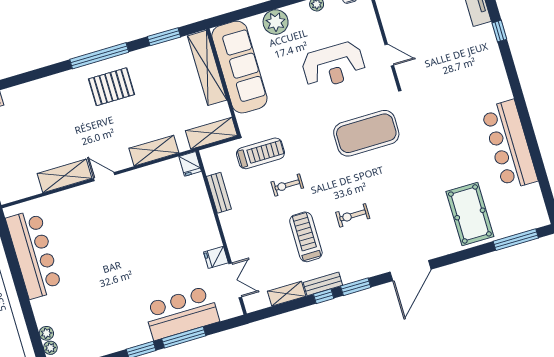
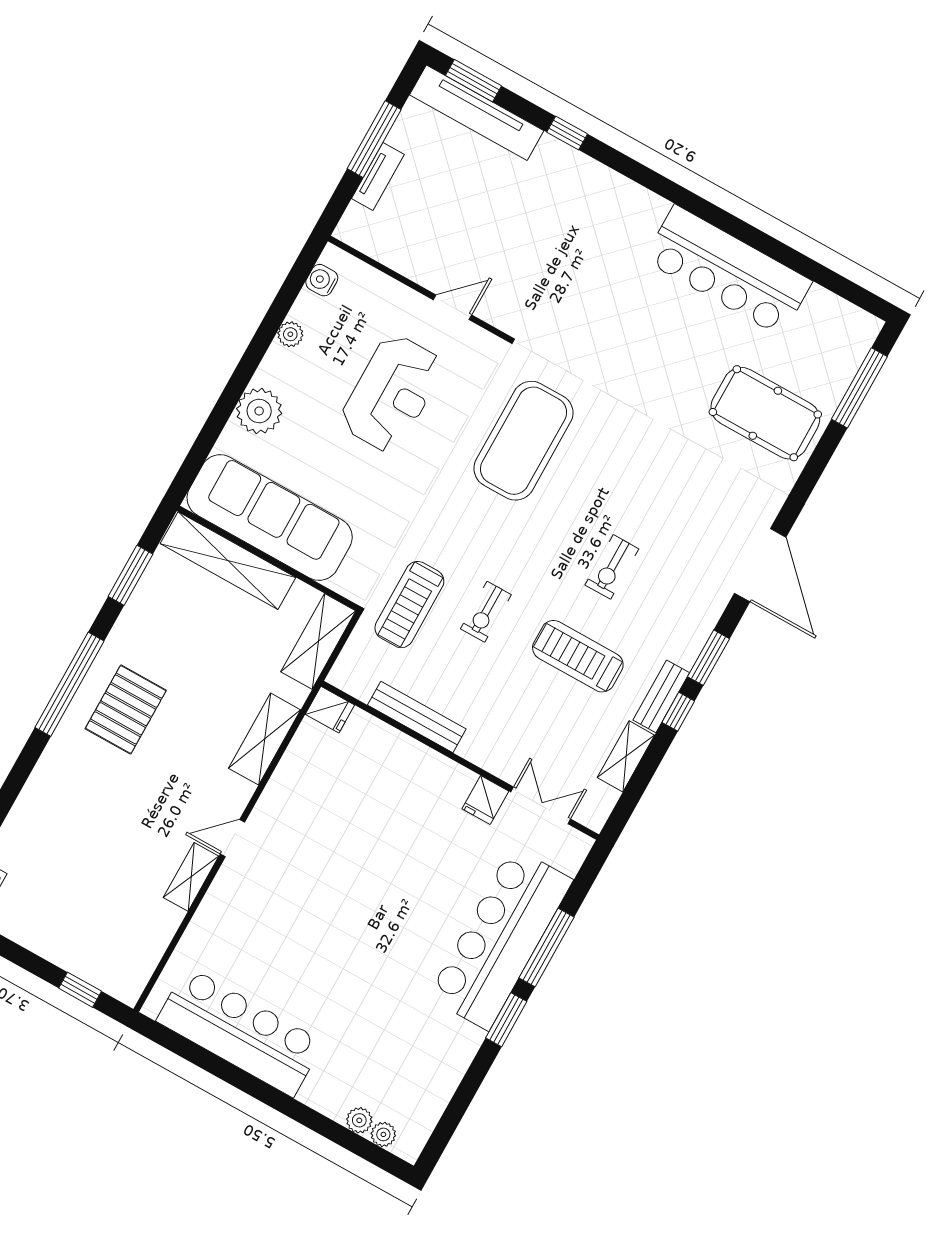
treadmill: (260, 153) -> (409, 605), turned 180
shelving: (65, 176) -> (191, 877), width x0.67, depth x0.75
bench: (219, 193) -> (417, 717), width x1.36
bar counter: (181, 313) -> (500, 938), width x1.36

